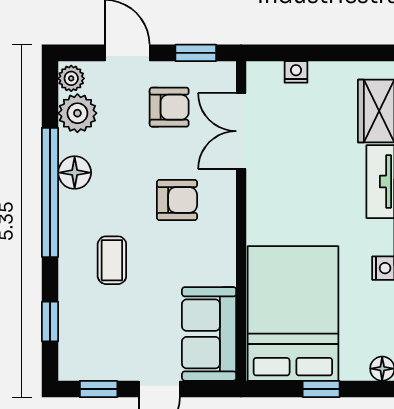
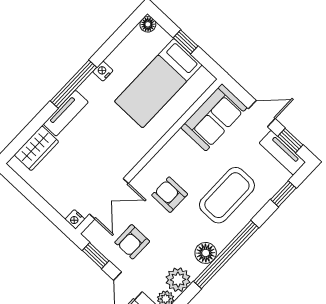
nightstand: (296, 72) -> (75, 219), moved
armchair: (169, 107) -> (132, 242), turned -90
coffee table: (112, 260) -> (227, 195), width x1.86, depth x1.72
bed: (293, 313) -> (158, 83), width x0.67
tv unit: (95, 367) -> (282, 153), added

